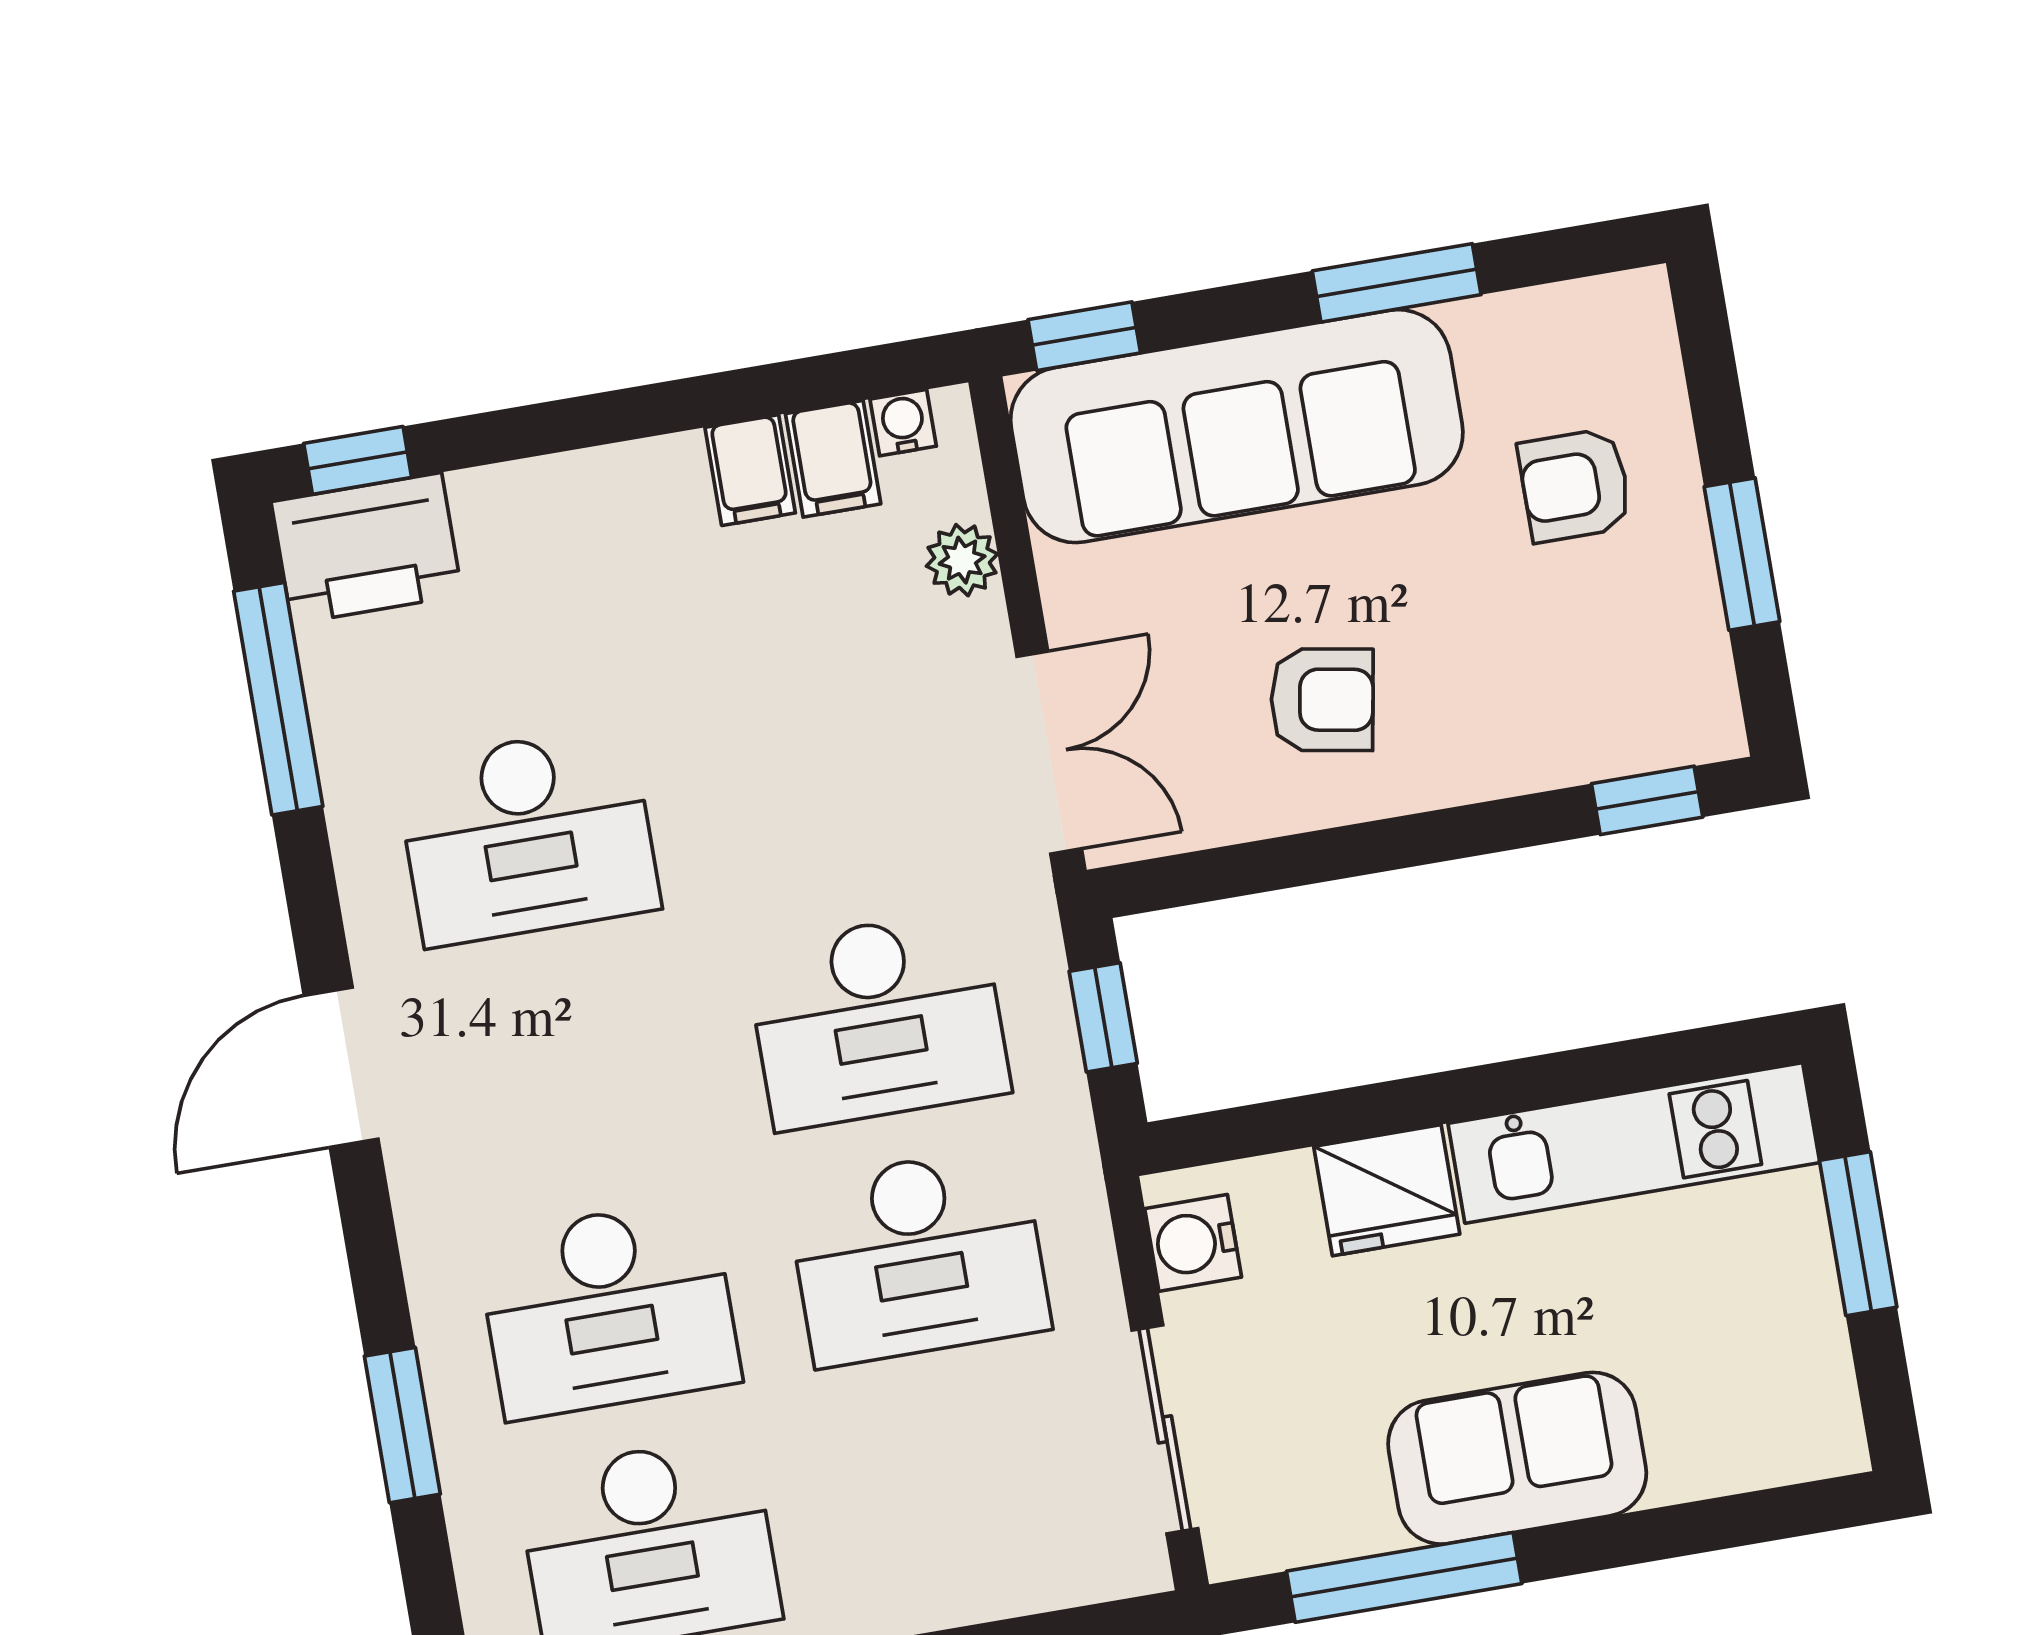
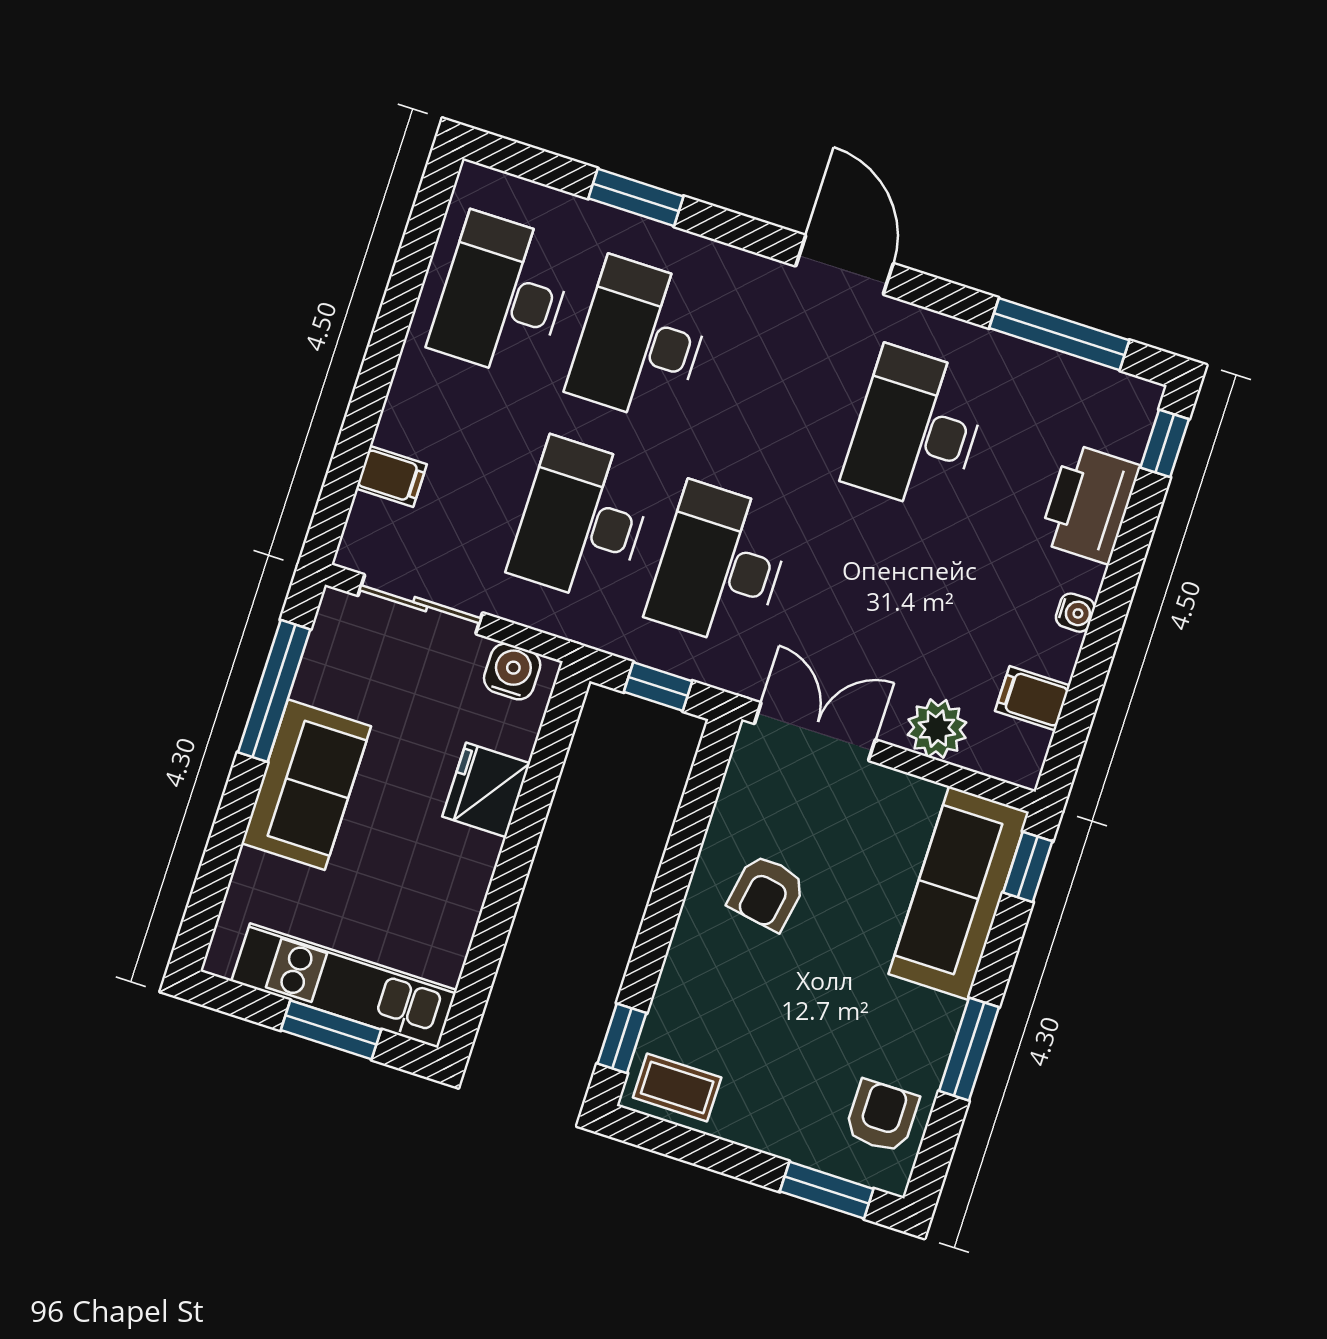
water cooler: (903, 423) -> (1075, 613), moved
sofa: (1237, 426) -> (959, 893), width x0.74, depth x0.79
filing cabinet: (750, 470) -> (391, 476), moved, turned 180
armchair: (1575, 485) -> (882, 1116), moved
printer: (367, 548) -> (1089, 504), moved
window: (1742, 554) -> (827, 1190), moved
plant: (962, 560) -> (937, 729), width x1.38, depth x1.38
coffee table: (1677, 682) -> (677, 1088), added
double door: (1049, 753) -> (815, 732), swing flipped
kitchen unit: (1634, 1143) -> (344, 986), moved, turned 90

